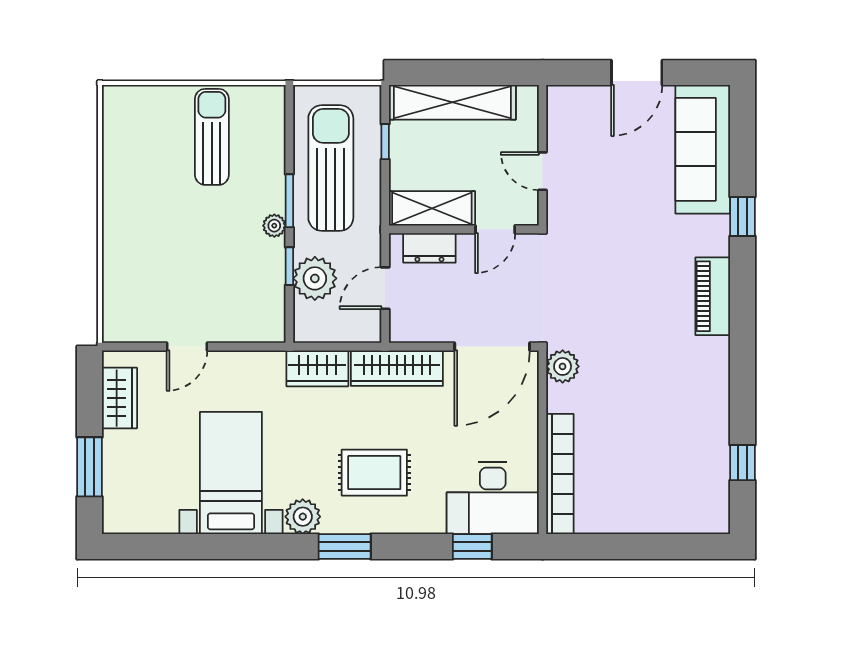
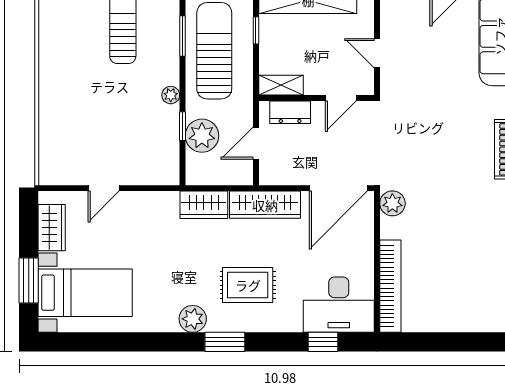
window: (289, 201) -> (182, 36), moved
shelving: (432, 208) -> (281, 85), width x0.67, depth x0.75
bed with nightstands: (231, 473) -> (85, 293), moved, turned 90

